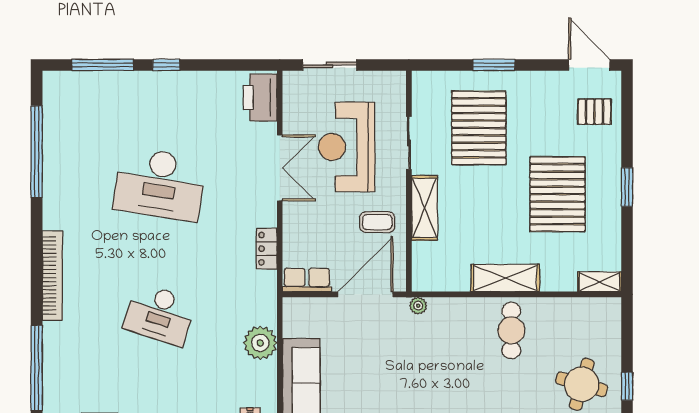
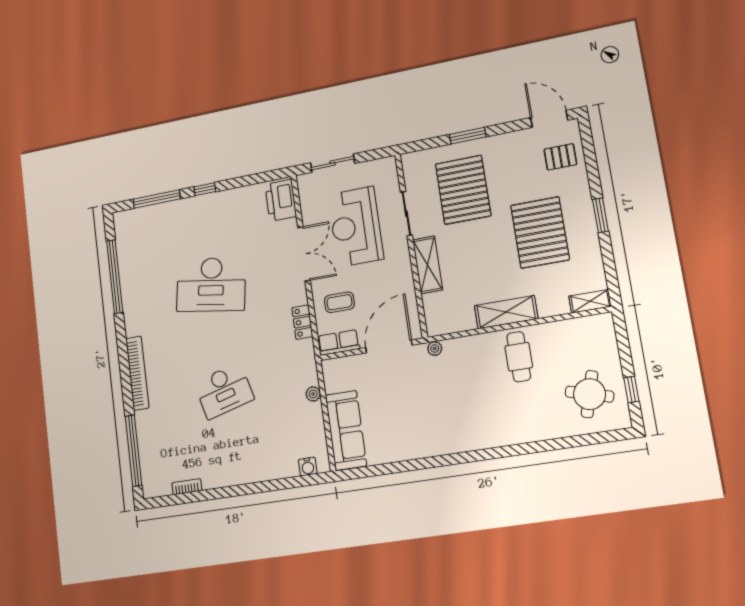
coffee table: (377, 222) -> (339, 302), moved
desk: (160, 314) -> (224, 391), turned -33
plant: (260, 343) -> (313, 394), width x0.53, depth x0.53

